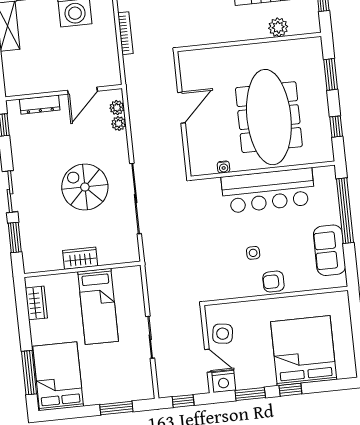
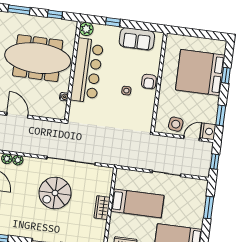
plant: (326, 176) -> (86, 29), added
window: (345, 211) -> (113, 22), width x0.32
window: (290, 390) -> (226, 75), moved

